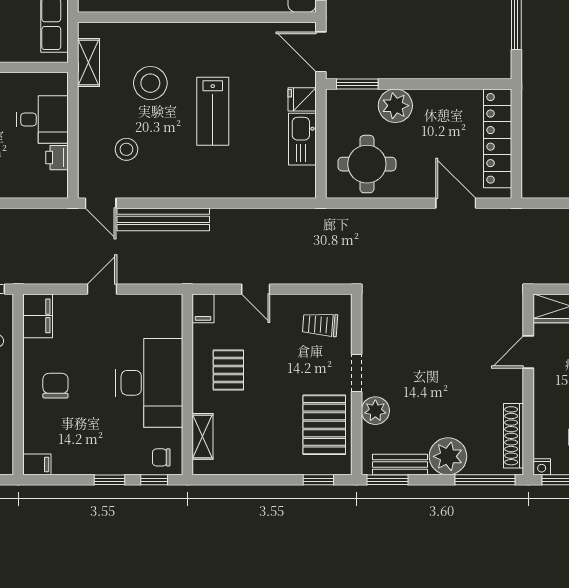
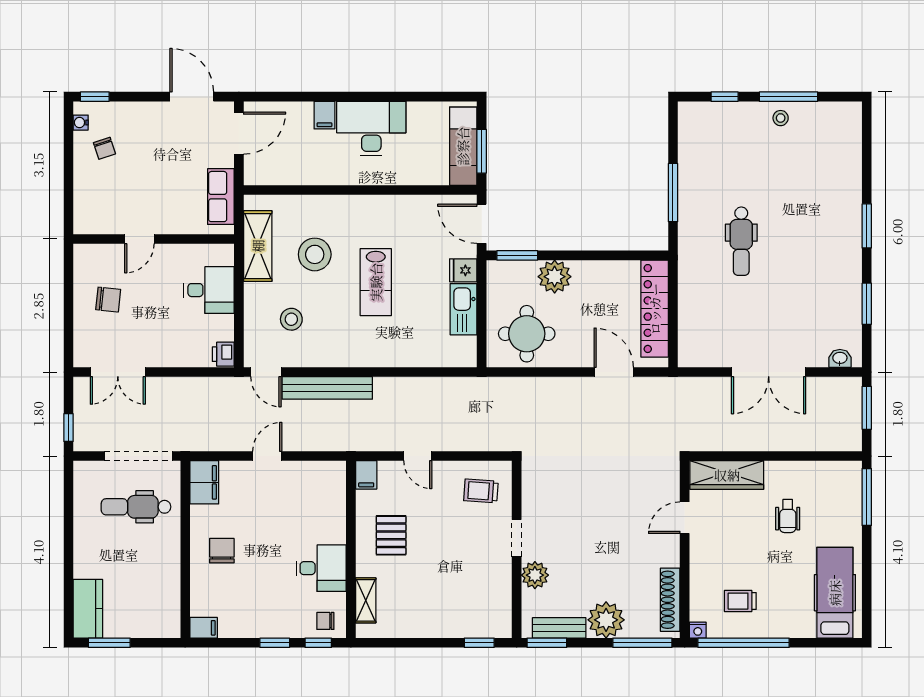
shelving: (89, 63) -> (258, 246), width x1.50, depth x1.33
printer: (57, 158) -> (223, 354), moved
desk: (149, 383) -> (321, 568), width x0.53, depth x0.77
pallet: (324, 425) -> (485, 589), removed

